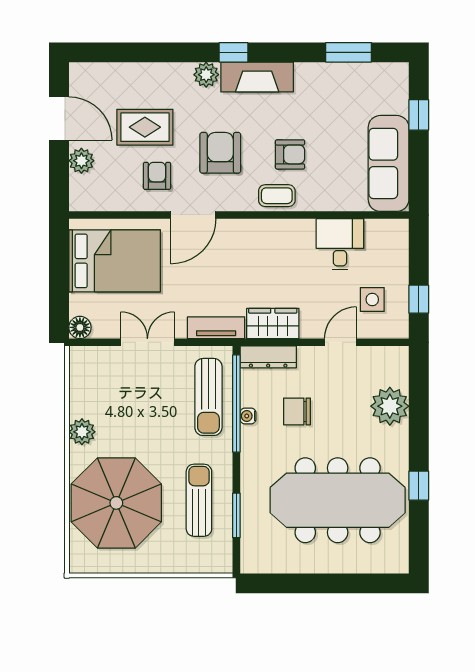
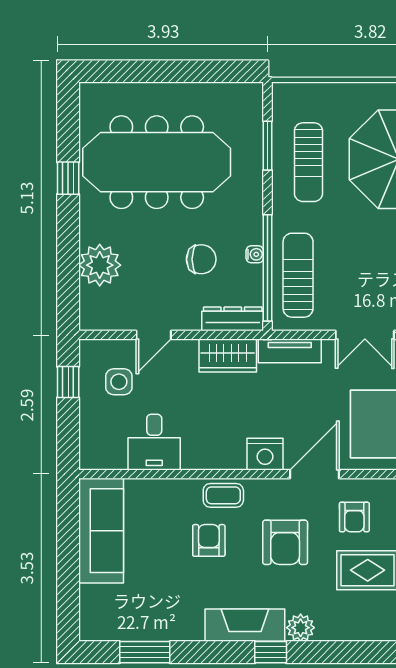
window: (419, 115) -> (68, 584), removed
armchair: (290, 154) -> (209, 540), turned 90
nightstand: (239, 233) -> (265, 454), added

